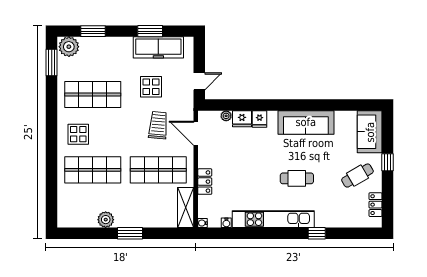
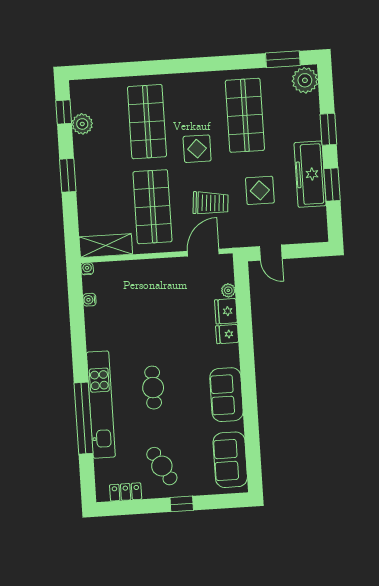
window: (93, 31) -> (328, 129), moved
freezer: (158, 47) -> (310, 174), moved
sofa: (306, 122) -> (226, 395), width x0.73
sofa: (370, 132) -> (230, 460), moved, turned -90
display table: (78, 134) -> (197, 149), moved
locker: (205, 182) -> (141, 268), removed
kitchen unit: (273, 219) -> (101, 405), moved
plant: (106, 220) -> (82, 124), moved
window: (81, 233) -> (64, 112), added
window: (317, 233) -> (83, 418), width x3.17

